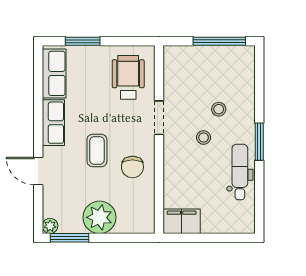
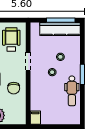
kitchen counter: (218, 58) -> (60, 29), added
dental chair: (240, 172) -> (72, 91), turned 180
filing cabinet: (182, 221) -> (35, 118), width x0.50

